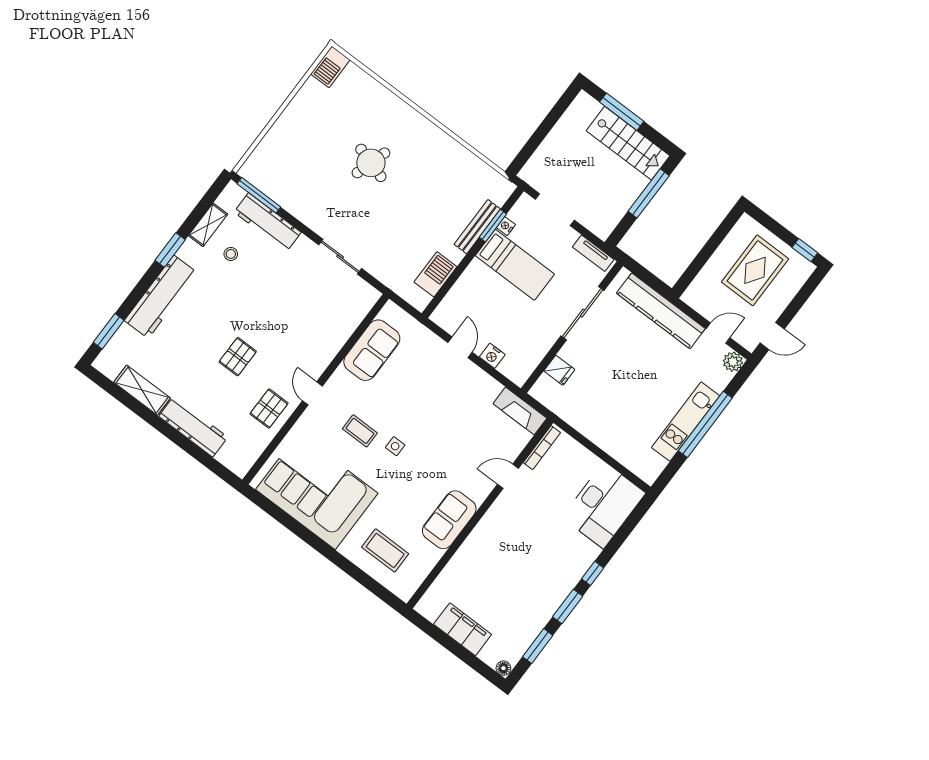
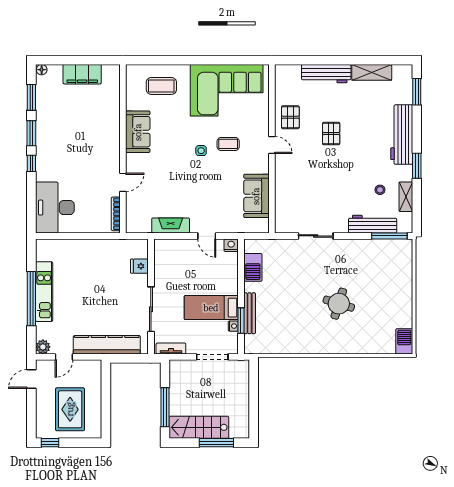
nightstand: (492, 356) -> (231, 245), moved
fireplace: (520, 411) -> (171, 225), moved

